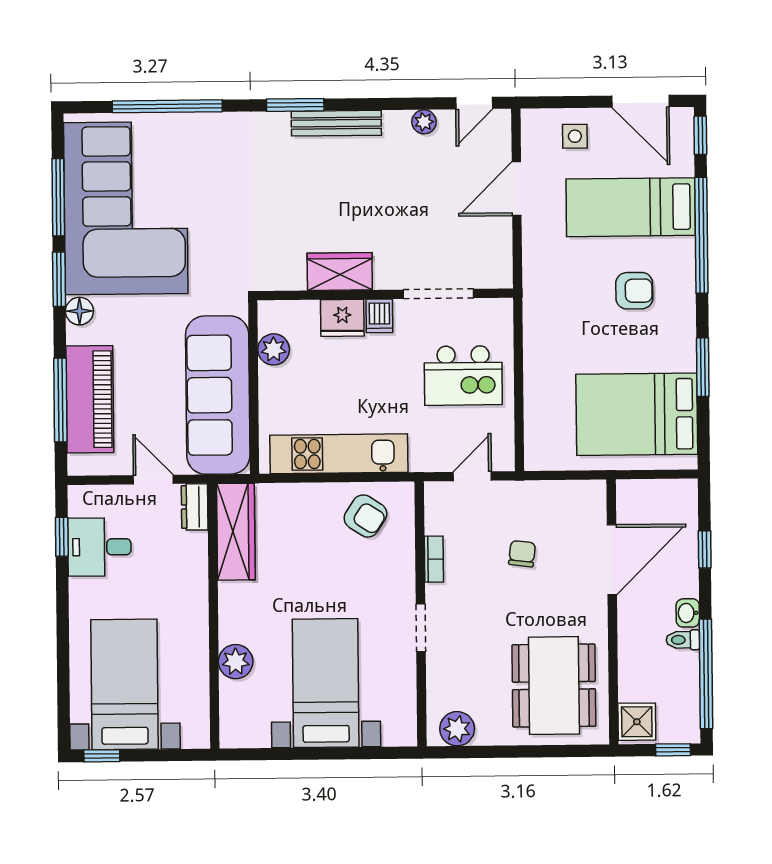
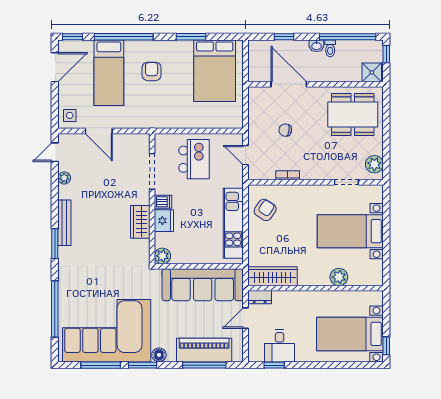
door: (474, 103) -> (55, 152), swing flipped
side table: (575, 136) -> (70, 115), moved
plant: (274, 349) -> (162, 256), moved
doorway: (421, 628) -> (346, 182), moved

